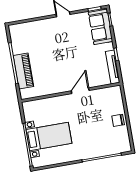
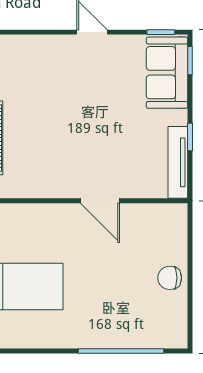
door: (80, 91) -> (100, 201), swing flipped

